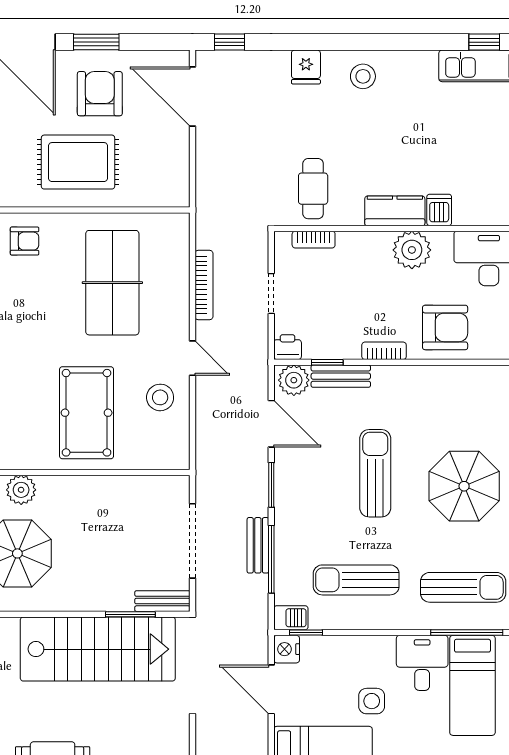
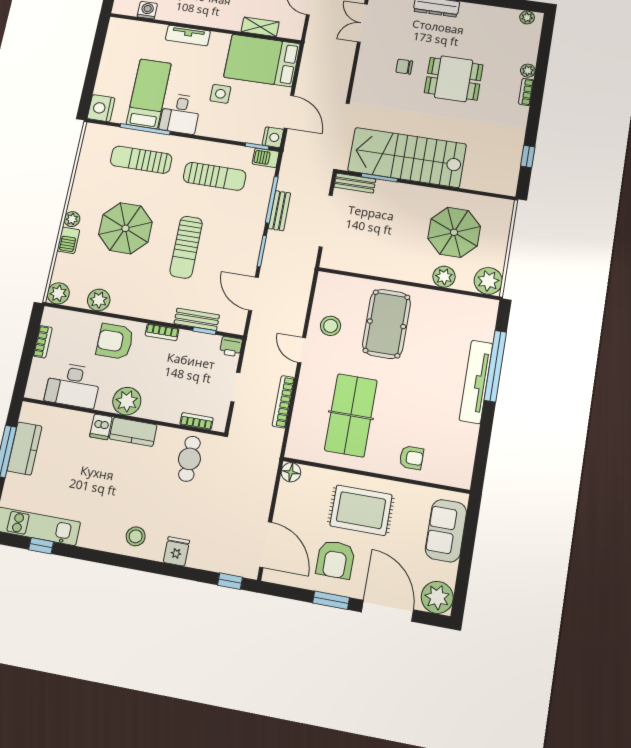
floor lamp: (177, 195) -> (291, 472), added
armchair: (25, 241) -> (411, 458), turned 180
plant: (294, 380) -> (99, 300), moved

